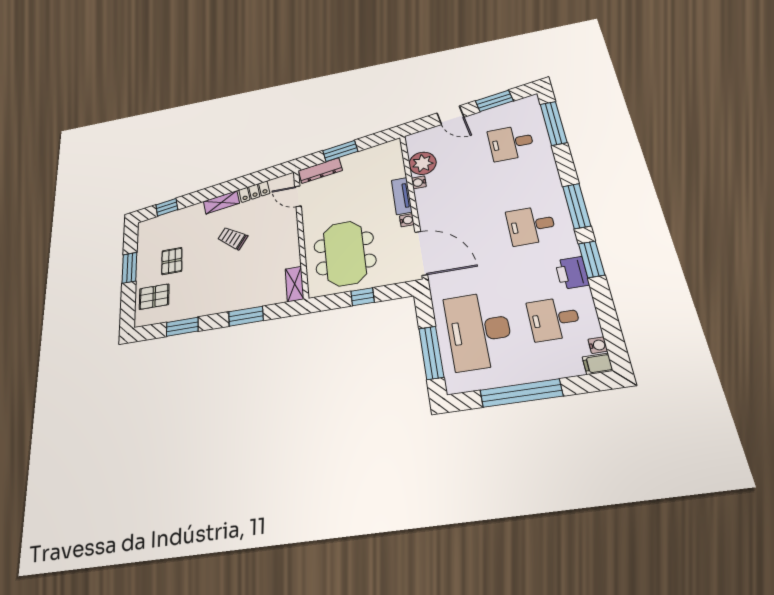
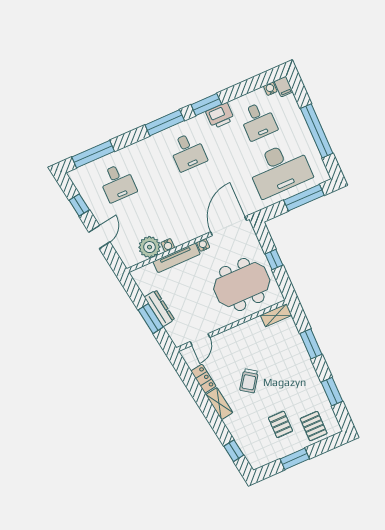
window: (494, 101) -> (79, 205), width x0.67
dresser: (320, 171) -> (159, 308), moved
tv unit: (402, 196) -> (177, 258), width x1.41
pallet: (172, 261) -> (280, 424), turned 90

